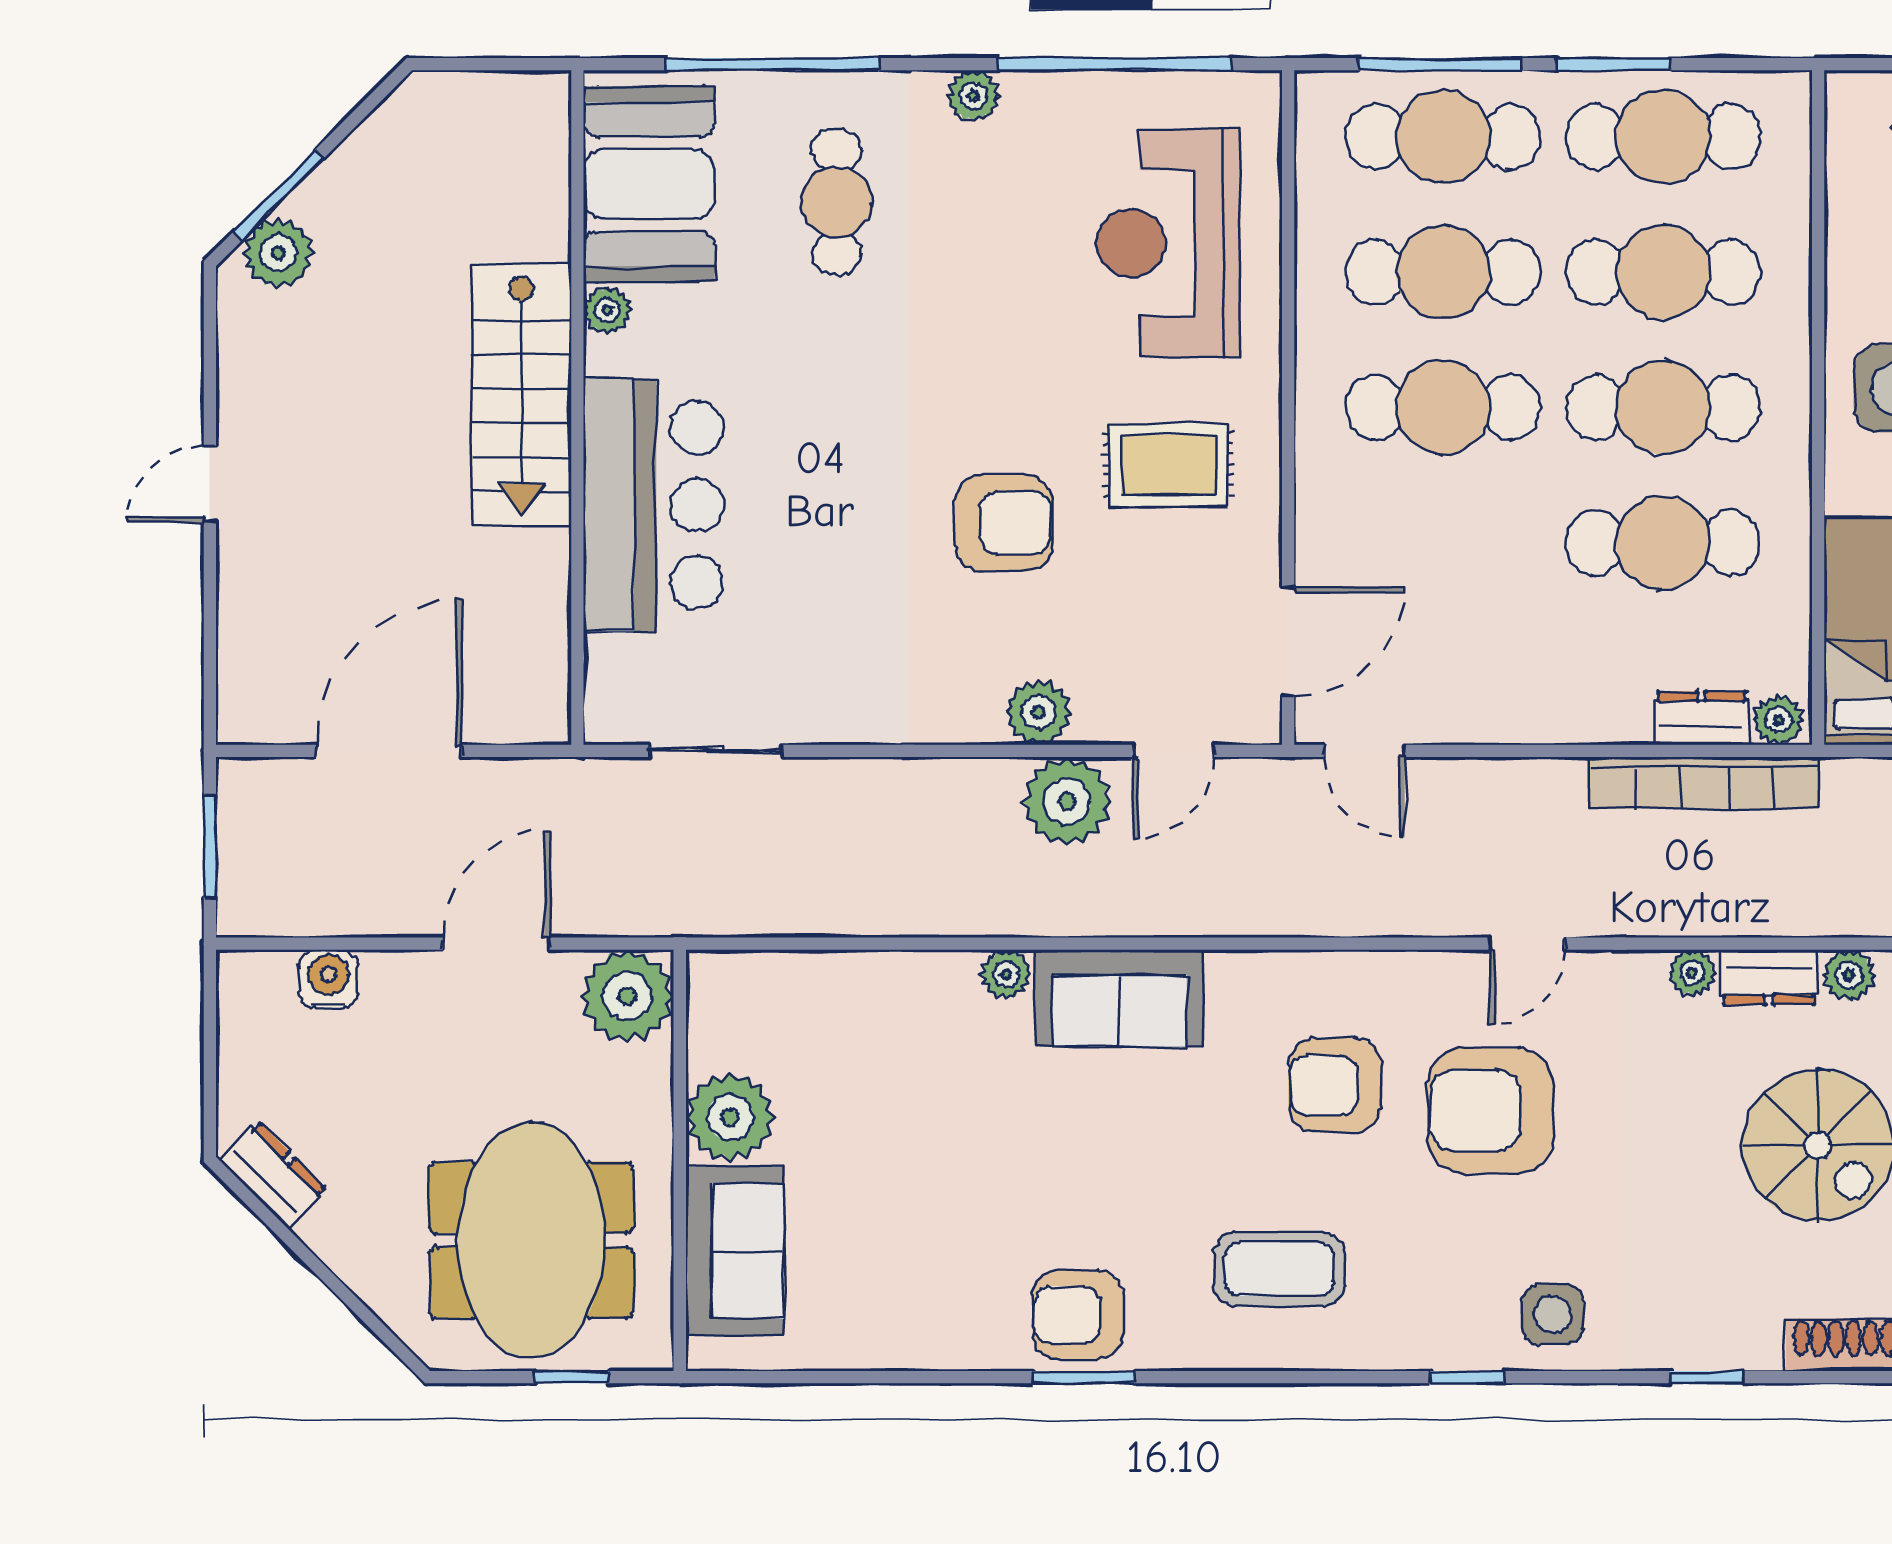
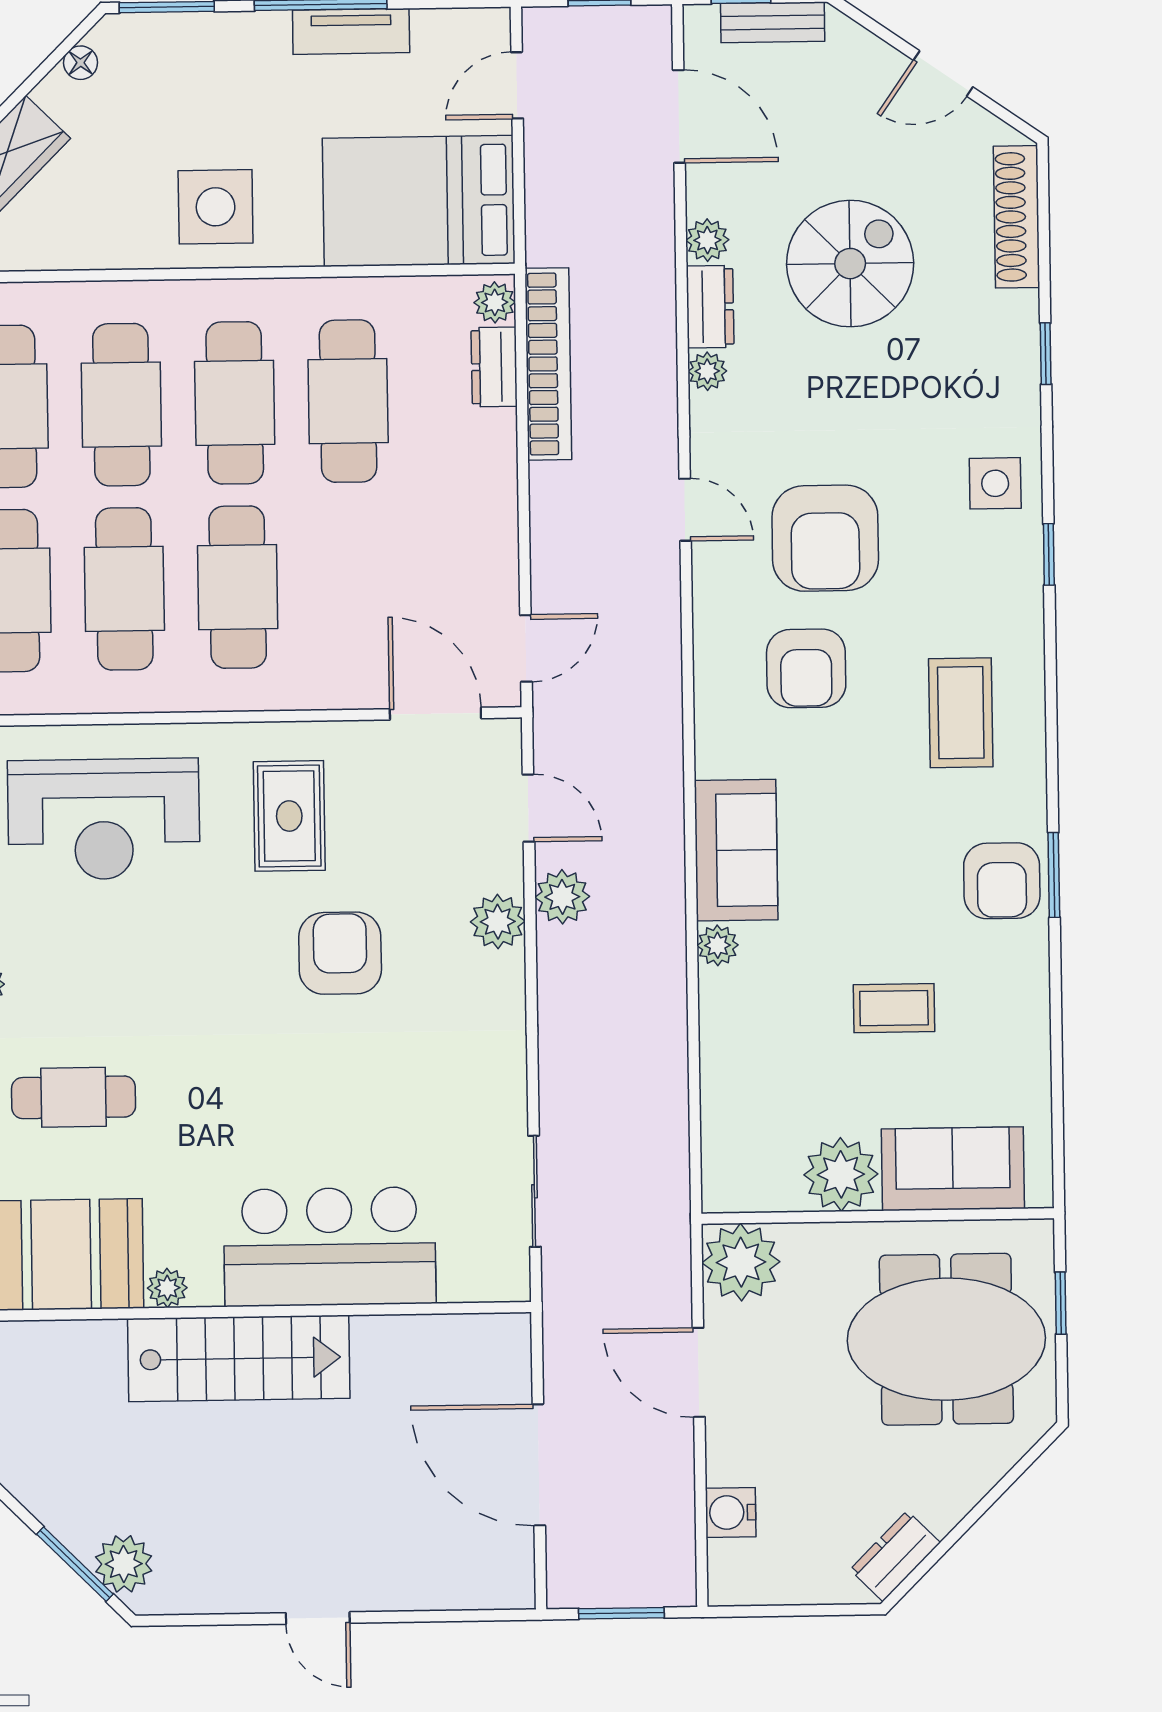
plant: (1067, 801) -> (562, 897), width x0.73, depth x0.73
coffee table: (928, 1184) -> (894, 1008), added

